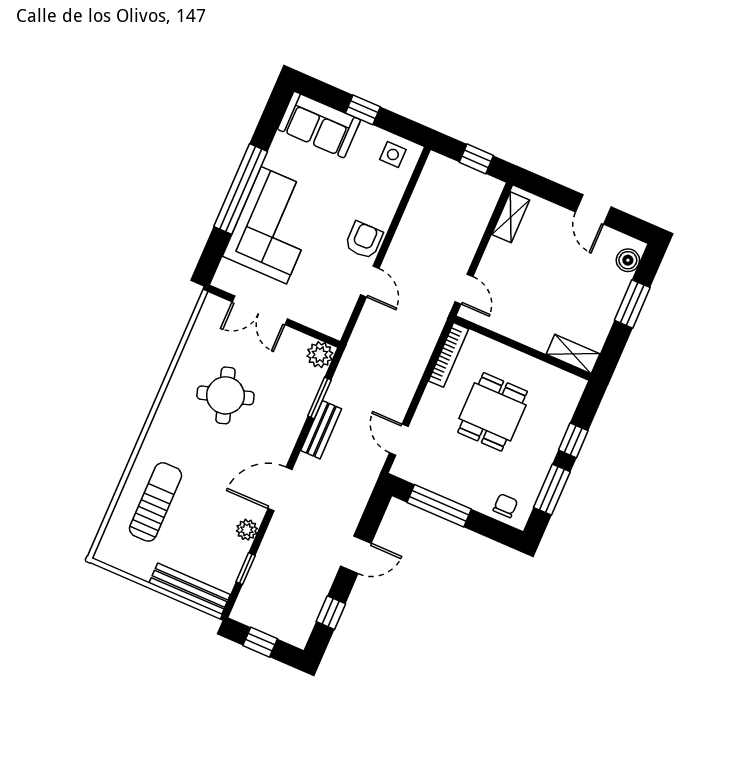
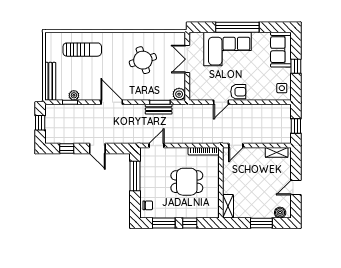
bench: (321, 430) -> (159, 109), moved
plant: (247, 530) -> (74, 95), moved

